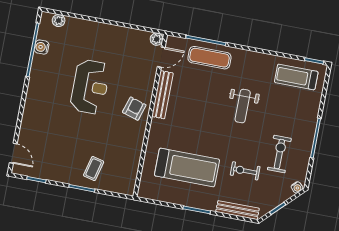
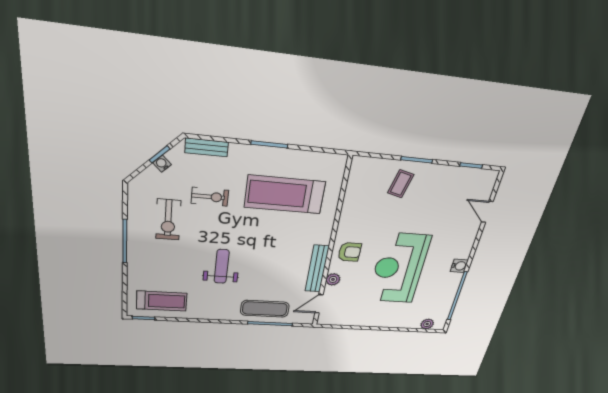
plant: (157, 39) -> (333, 279), moved
water cooler: (42, 47) -> (459, 266), moved
reception desk: (90, 87) -> (399, 268), width x1.36, depth x1.30
armchair: (134, 109) -> (350, 252), turned -107
door: (13, 153) -> (487, 212), moved
water cooler: (297, 187) -> (162, 164), moved
bench: (238, 210) -> (207, 147), width x0.73

